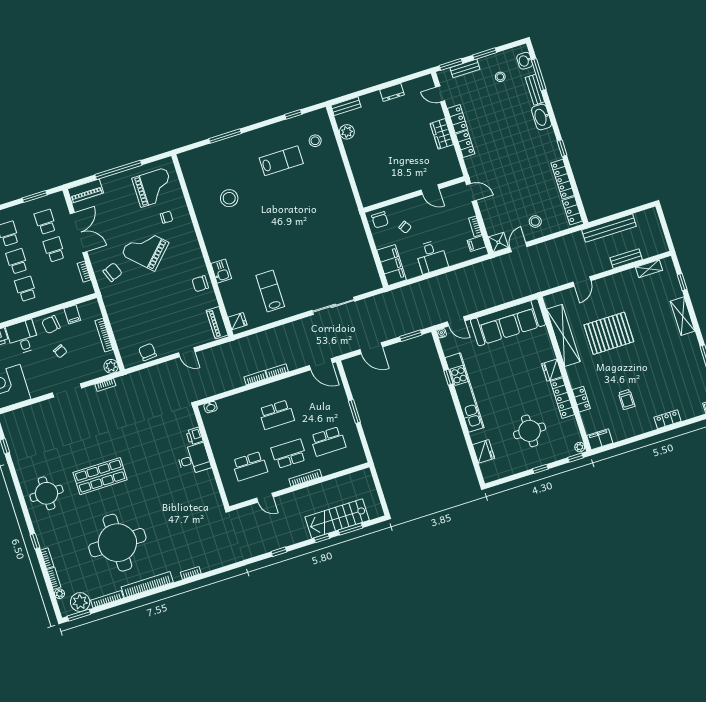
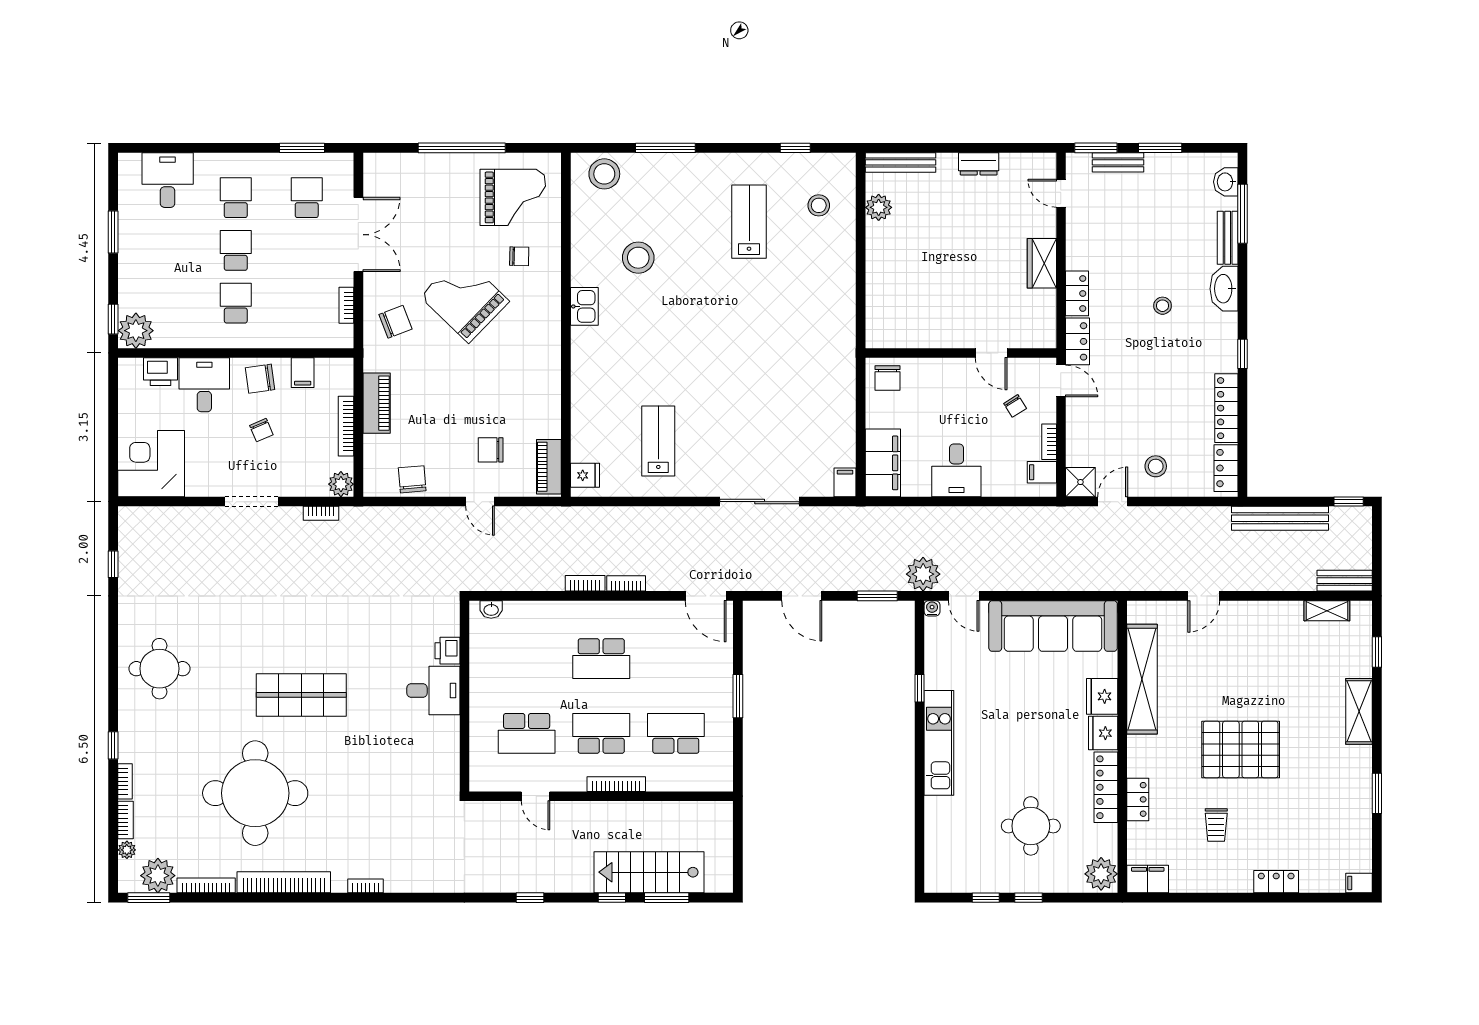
stool: (500, 77) -> (1163, 306), moved
bench: (346, 106) -> (901, 162), width x1.36
locker: (458, 119) -> (1078, 341), moved
stool: (197, 160) -> (604, 174), added
lab bench: (281, 161) -> (749, 222), turned -90
piano: (86, 191) -> (377, 403), moved, turned -90
window: (642, 208) -> (1349, 502), added
chair: (405, 227) -> (1015, 406), moved
school desk: (54, 250) -> (307, 250), removed
bench: (626, 259) -> (1345, 581), moved
kitchen sink: (221, 271) -> (584, 306), moved
filing cabinet: (375, 282) -> (845, 482), added
chair: (200, 284) -> (491, 450), moved
plant: (431, 317) -> (923, 574), added
pallet: (609, 333) -> (1241, 749), moved
kitchen unit: (464, 393) -> (939, 743), width x0.73
school desk: (328, 441) -> (676, 733), turned 180
plant: (580, 447) -> (1101, 874), width x1.88, depth x1.88
fridge: (484, 451) -> (1102, 696), moved, turned 180
window: (575, 458) -> (986, 898), moved
shop shelf: (100, 476) -> (301, 695), moved

